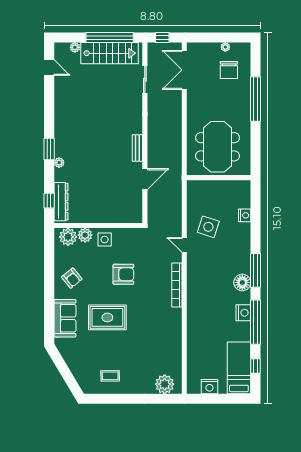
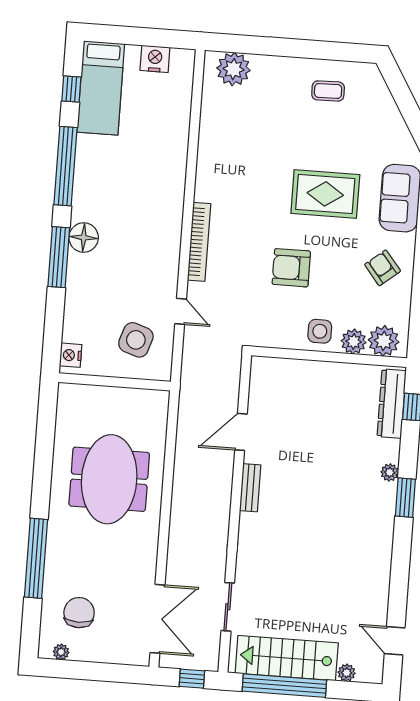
plant: (225, 47) -> (61, 652), moved
wall: (219, 178) -> (114, 382), moved
nightstand: (243, 313) -> (86, 184), removed

